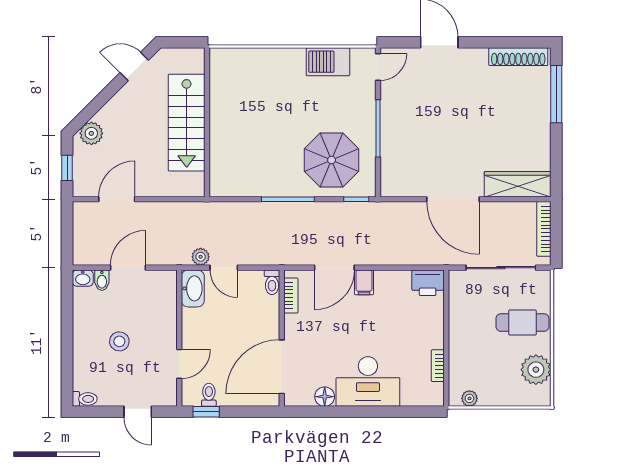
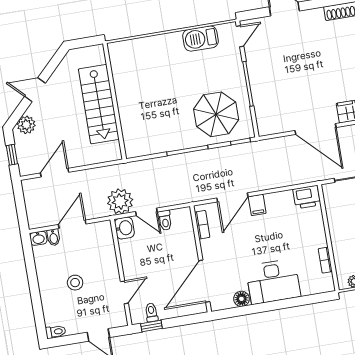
door: (134, 66) -> (35, 90), moved
plant: (201, 257) -> (120, 201), width x1.87, depth x1.87
toilet: (272, 282) -> (165, 220), moved
washbasin: (193, 288) -> (124, 228), width x0.72

